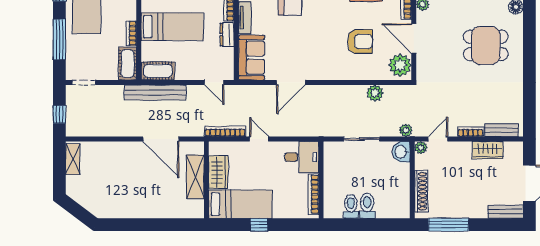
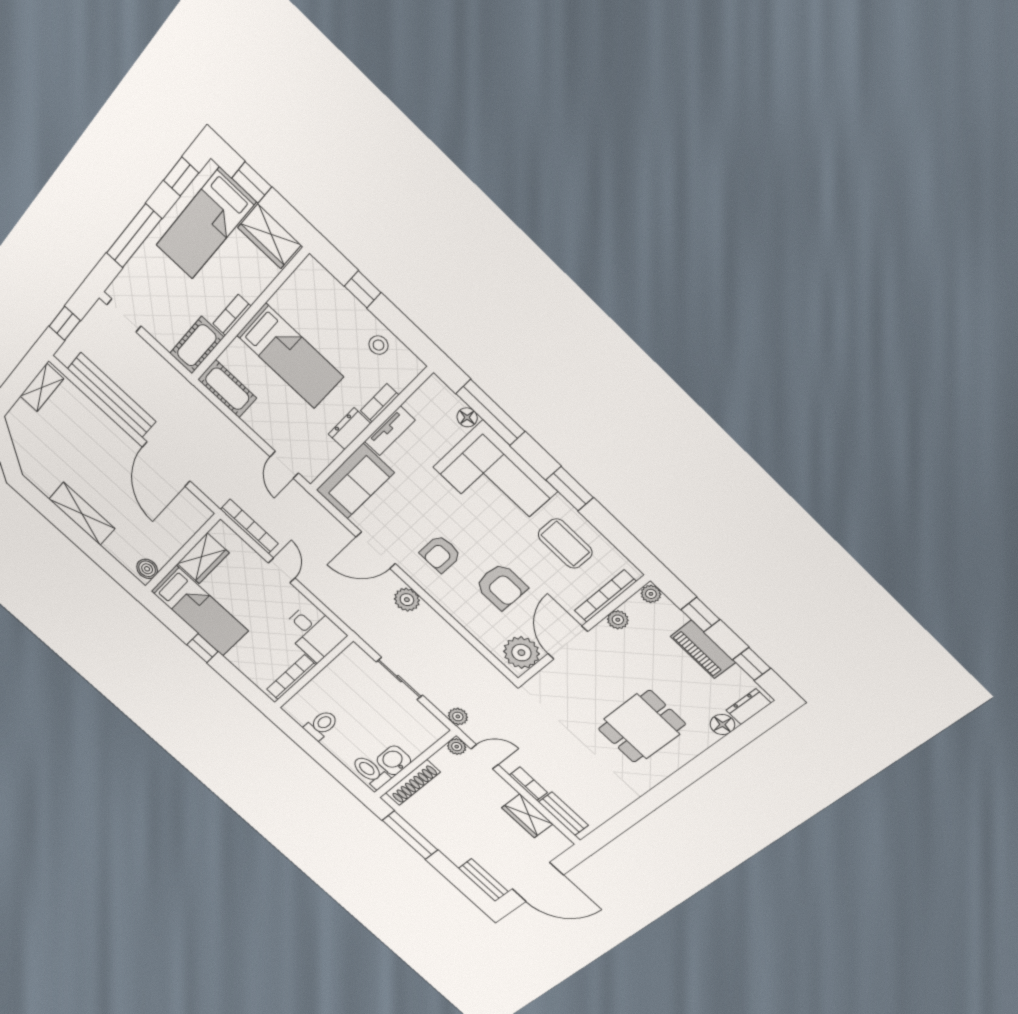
dining table: (486, 45) -> (642, 726), turned 90
armchair: (320, 54) -> (440, 554), added
bench: (155, 92) -> (112, 395), moved
plant: (375, 93) -> (407, 600), moved
washbasin: (401, 152) -> (394, 760), moved
shelving: (195, 177) -> (82, 514), moved, turned 90
toilet: (367, 206) -> (371, 772), moved, turned -90
boiler: (197, 207) -> (147, 569), added

